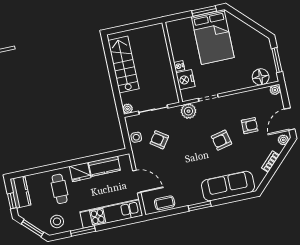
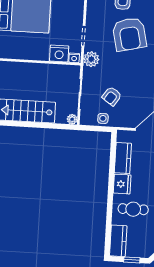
nightstand: (179, 66) -> (74, 58), moved
armchair: (222, 140) -> (129, 34), width x1.88, depth x1.88
kitchen counter: (20, 192) -> (118, 241), moved, turned 90

